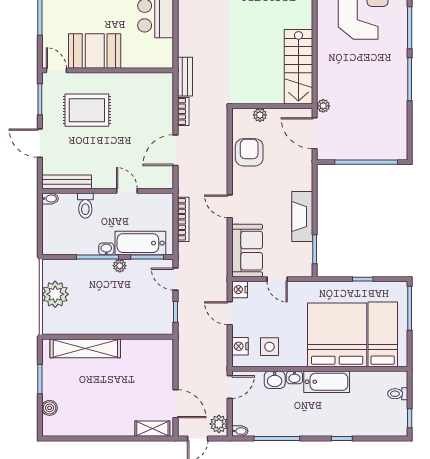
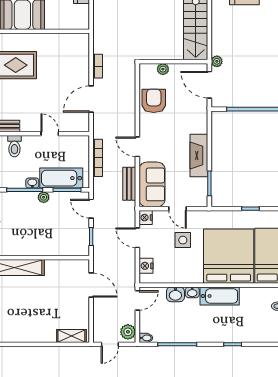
bench: (185, 77) -> (129, 184), moved
side table: (269, 347) -> (183, 240), moved
door: (175, 404) -> (91, 285), moved

